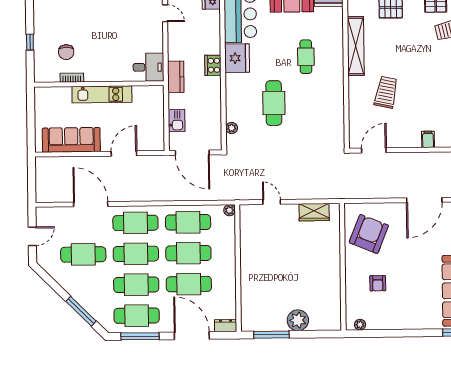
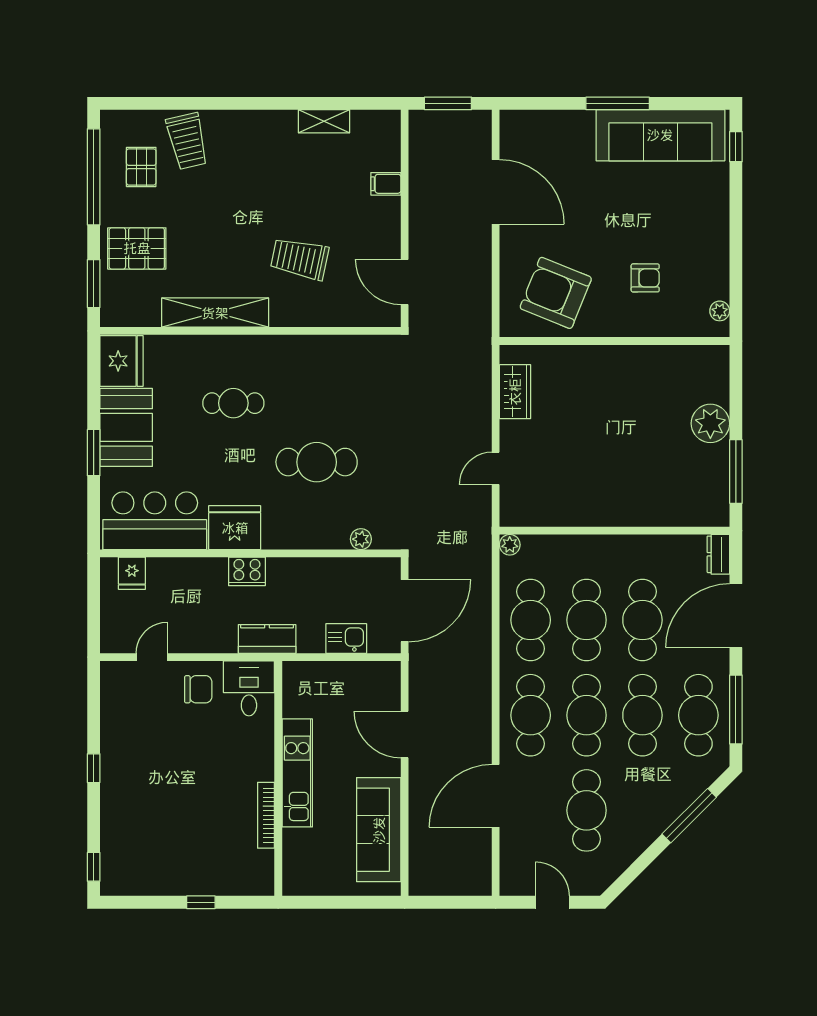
chair: (66, 52) -> (198, 689), moved
bookcase: (72, 78) -> (266, 815), width x1.56

